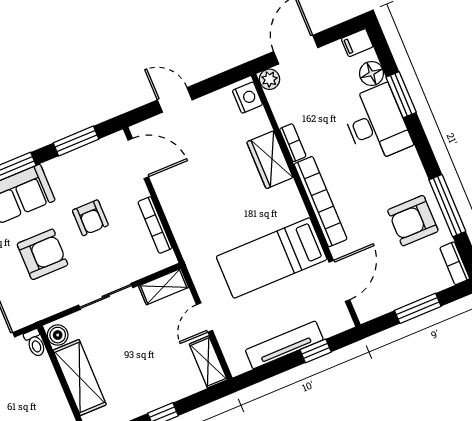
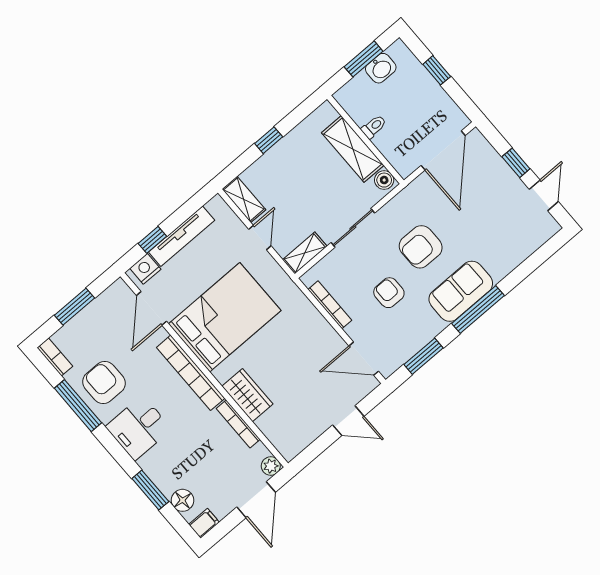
nightstand: (247, 98) -> (145, 269), moved, turned 90
desk: (376, 124) -> (139, 428), moved, width x0.73
bookcase: (293, 143) -> (238, 424), width x1.56
armchair: (413, 221) -> (104, 382), turned -90
bed: (272, 258) -> (225, 317), width x1.50
toilet: (35, 343) -> (374, 127), moved, turned 90

